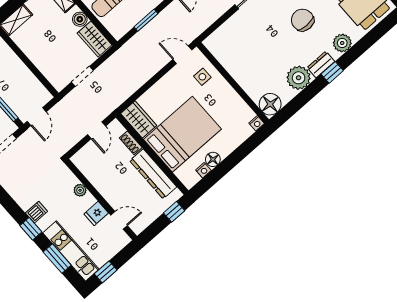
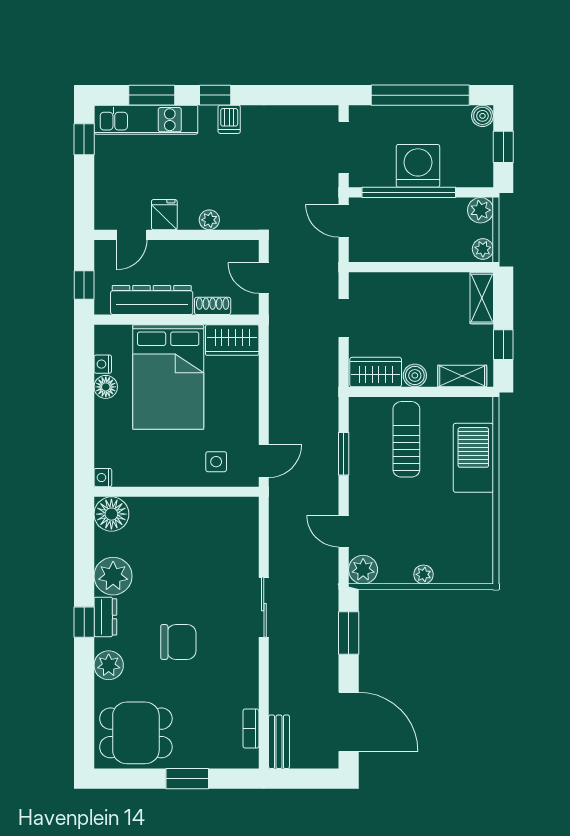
plant: (80, 190) -> (209, 220), moved
wall: (101, 199) -> (176, 235), moved
fridge: (96, 214) -> (164, 215), moved
door: (119, 220) -> (132, 235), moved

